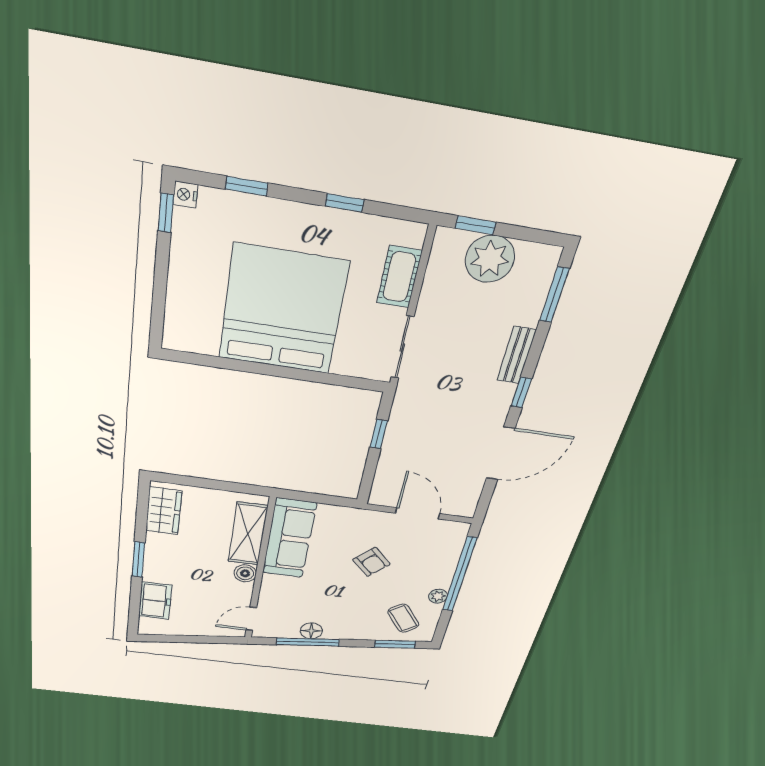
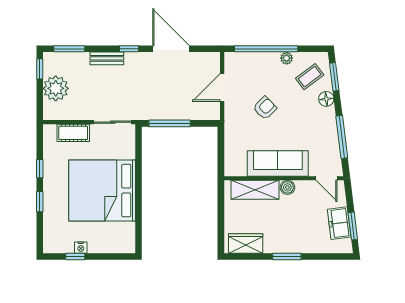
window: (247, 186) -> (40, 202), moved
nightstand: (185, 195) -> (81, 248), moved
window: (166, 213) -> (75, 256), moved
window: (475, 225) -> (40, 69), moved
window: (379, 434) -> (170, 123), width x2.17
sofa: (289, 538) -> (278, 163), moved
freezer: (155, 601) -> (339, 223), moved, turned -97
floor lamp: (311, 631) -> (326, 99), moved
window: (177, 639) -> (353, 226), added

